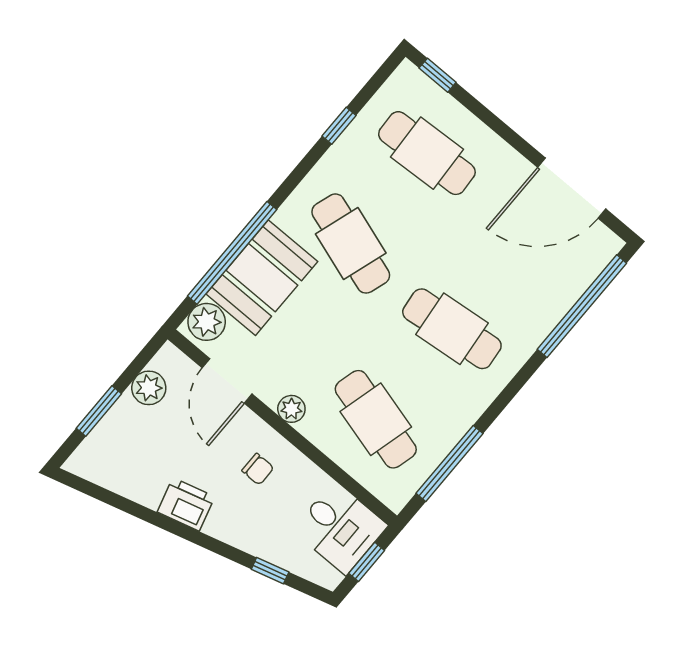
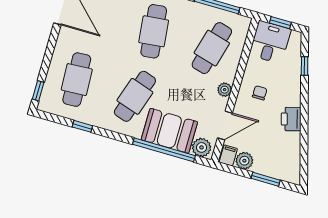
filing cabinet: (171, 363) -> (228, 155), added

